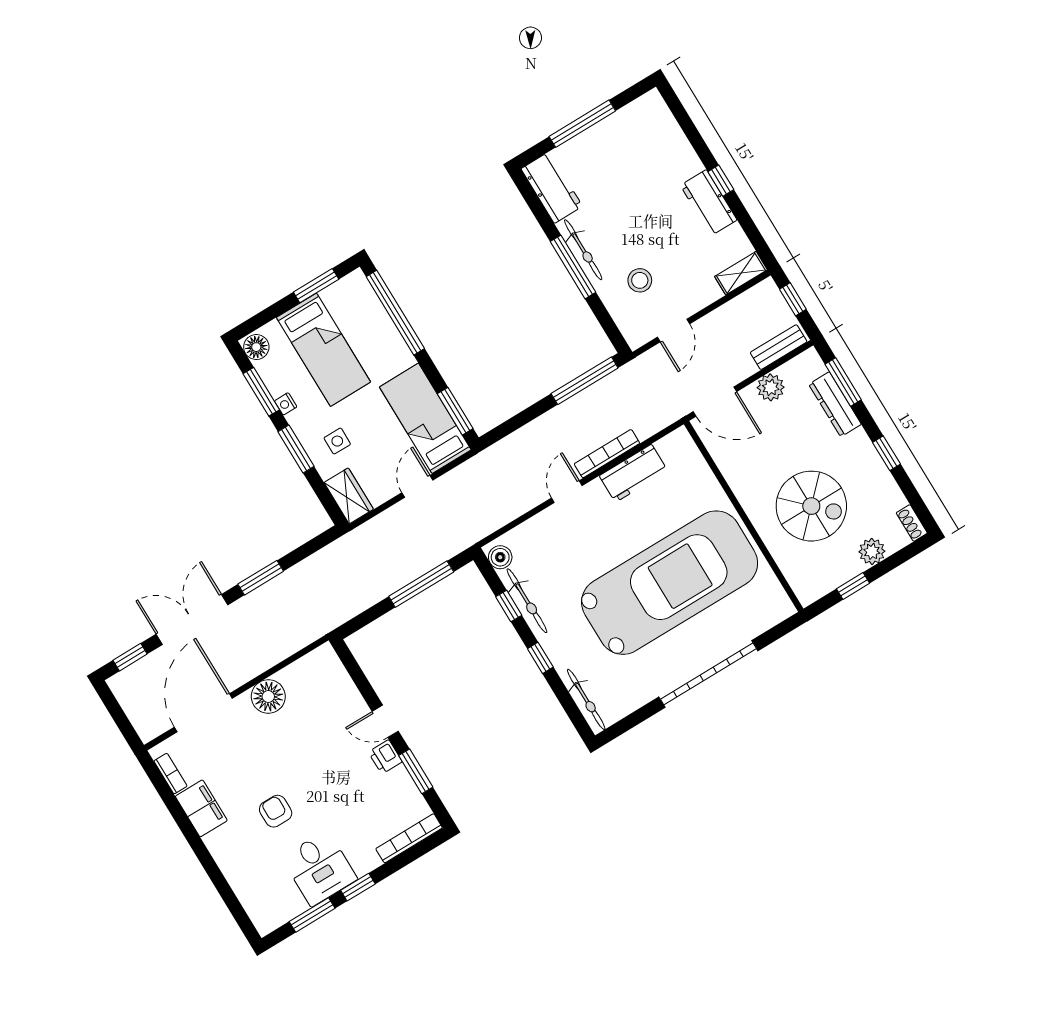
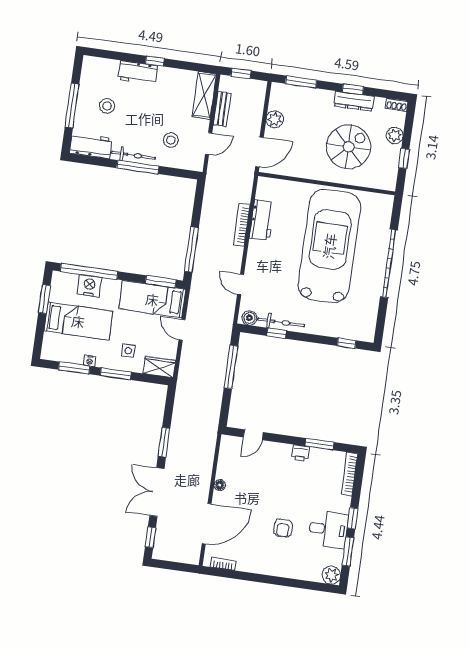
stool: (617, 167) -> (107, 106), added
workbench: (709, 203) -> (138, 72), moved
shelving: (741, 273) -> (204, 95), width x1.50, depth x1.33
nightstand: (378, 328) -> (90, 286), added
door: (674, 331) -> (209, 144), hinge flipped
floor lamp: (256, 347) -> (50, 352), removed
bench: (779, 347) -> (222, 109), moved
window: (585, 381) -> (191, 250), moved
dresser: (835, 404) -> (354, 101), moved
door: (567, 492) -> (241, 285), moved
window: (540, 658) -> (347, 343), moved
floor lamp: (268, 697) -> (220, 485), width x0.53, depth x0.53
bicycle: (586, 699) -> (353, 333), removed
door: (203, 713) -> (207, 524), swing flipped
door: (385, 721) -> (253, 435), moved
filing cabinet: (201, 808) -> (252, 563), removed
armchair: (276, 811) -> (283, 528), turned -90
plant: (266, 918) -> (331, 575), added

